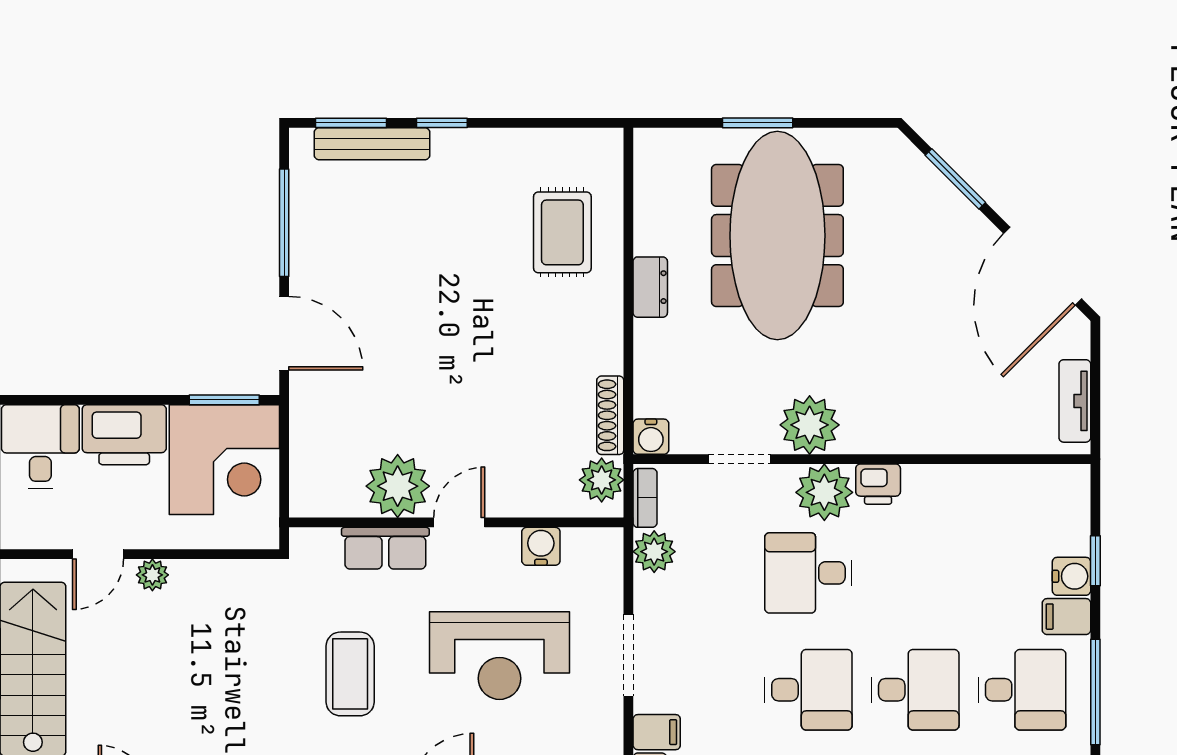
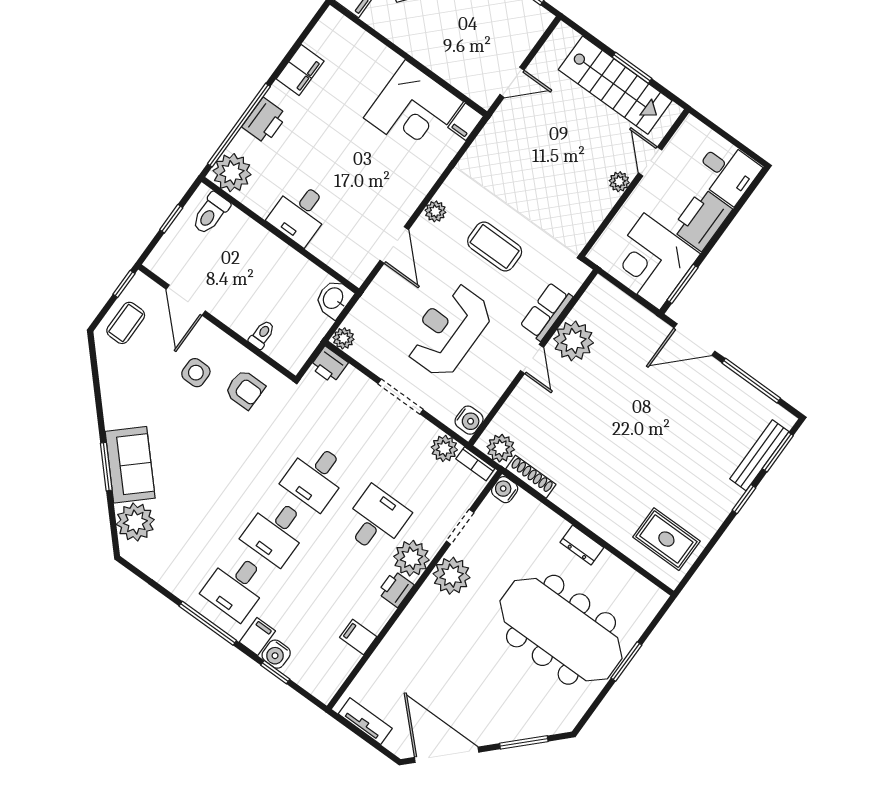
rug: (562, 232) -> (666, 539), moved
water cooler: (541, 546) -> (469, 420), moved
filing cabinet: (657, 732) -> (358, 637), moved, turned 90

